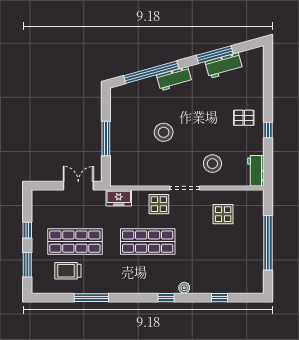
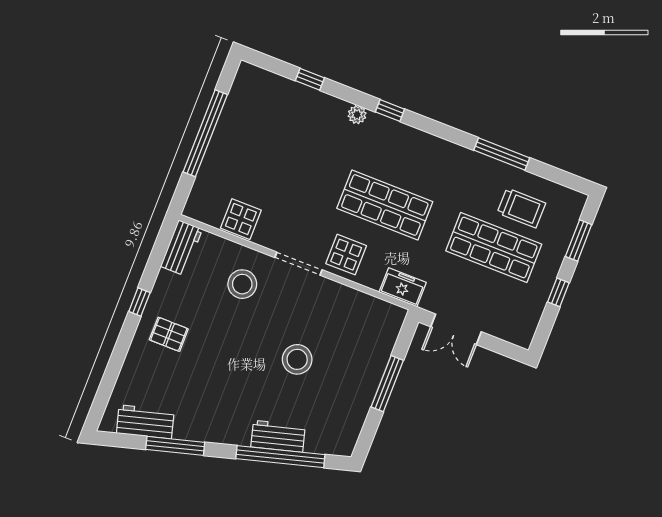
workbench: (224, 66) -> (145, 422), moved
workbench: (174, 79) -> (278, 436), moved
display table: (223, 214) -> (241, 219), moved

